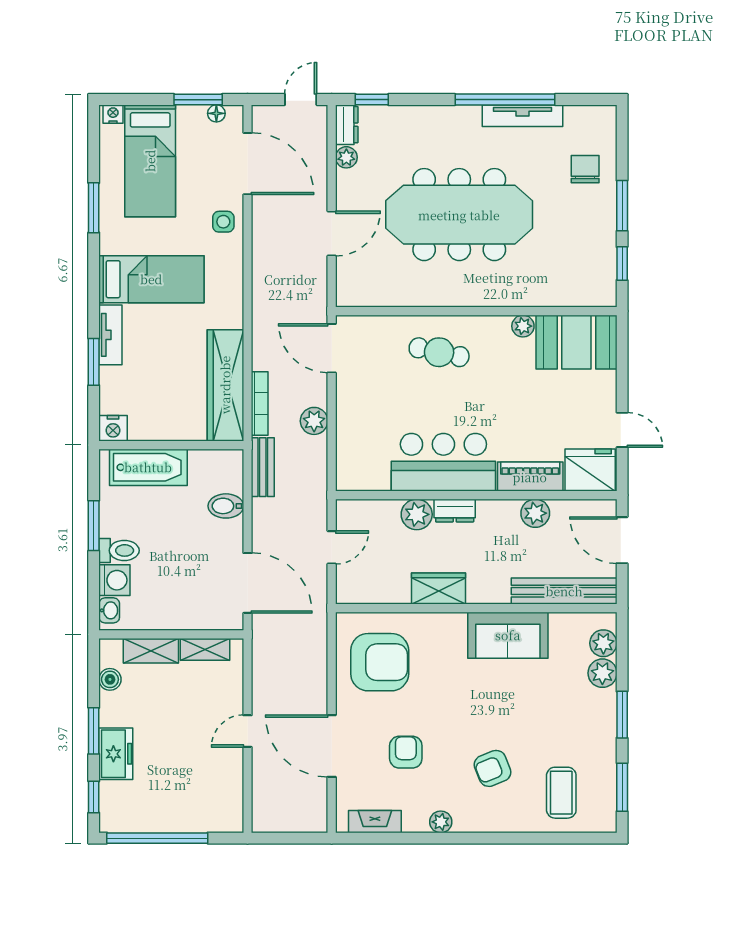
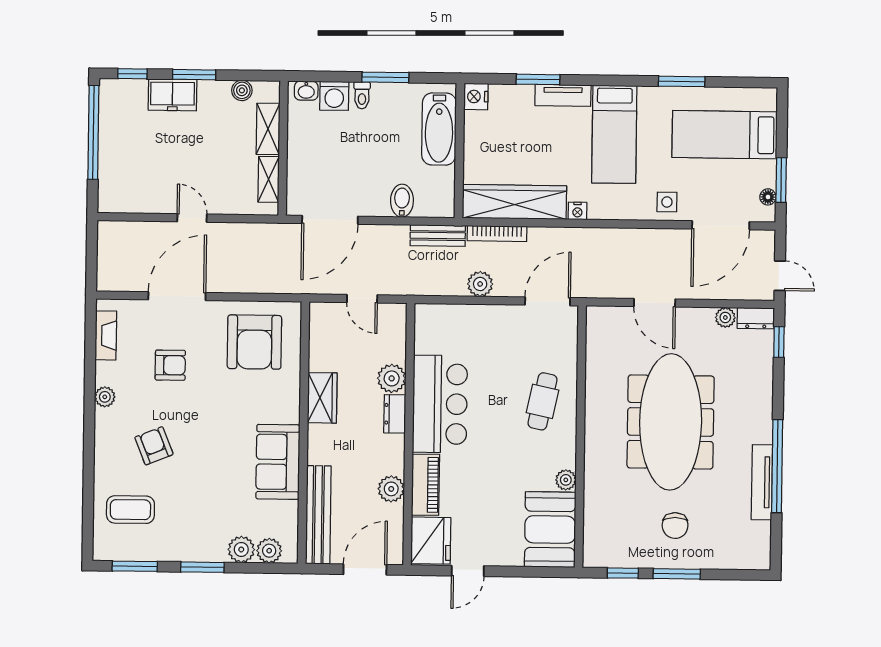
nightstand: (113, 114) -> (577, 211), moved, turned 90
chair: (585, 169) -> (675, 526), moved, turned 90
toilet: (119, 550) -> (362, 95), width x0.73, depth x0.72

